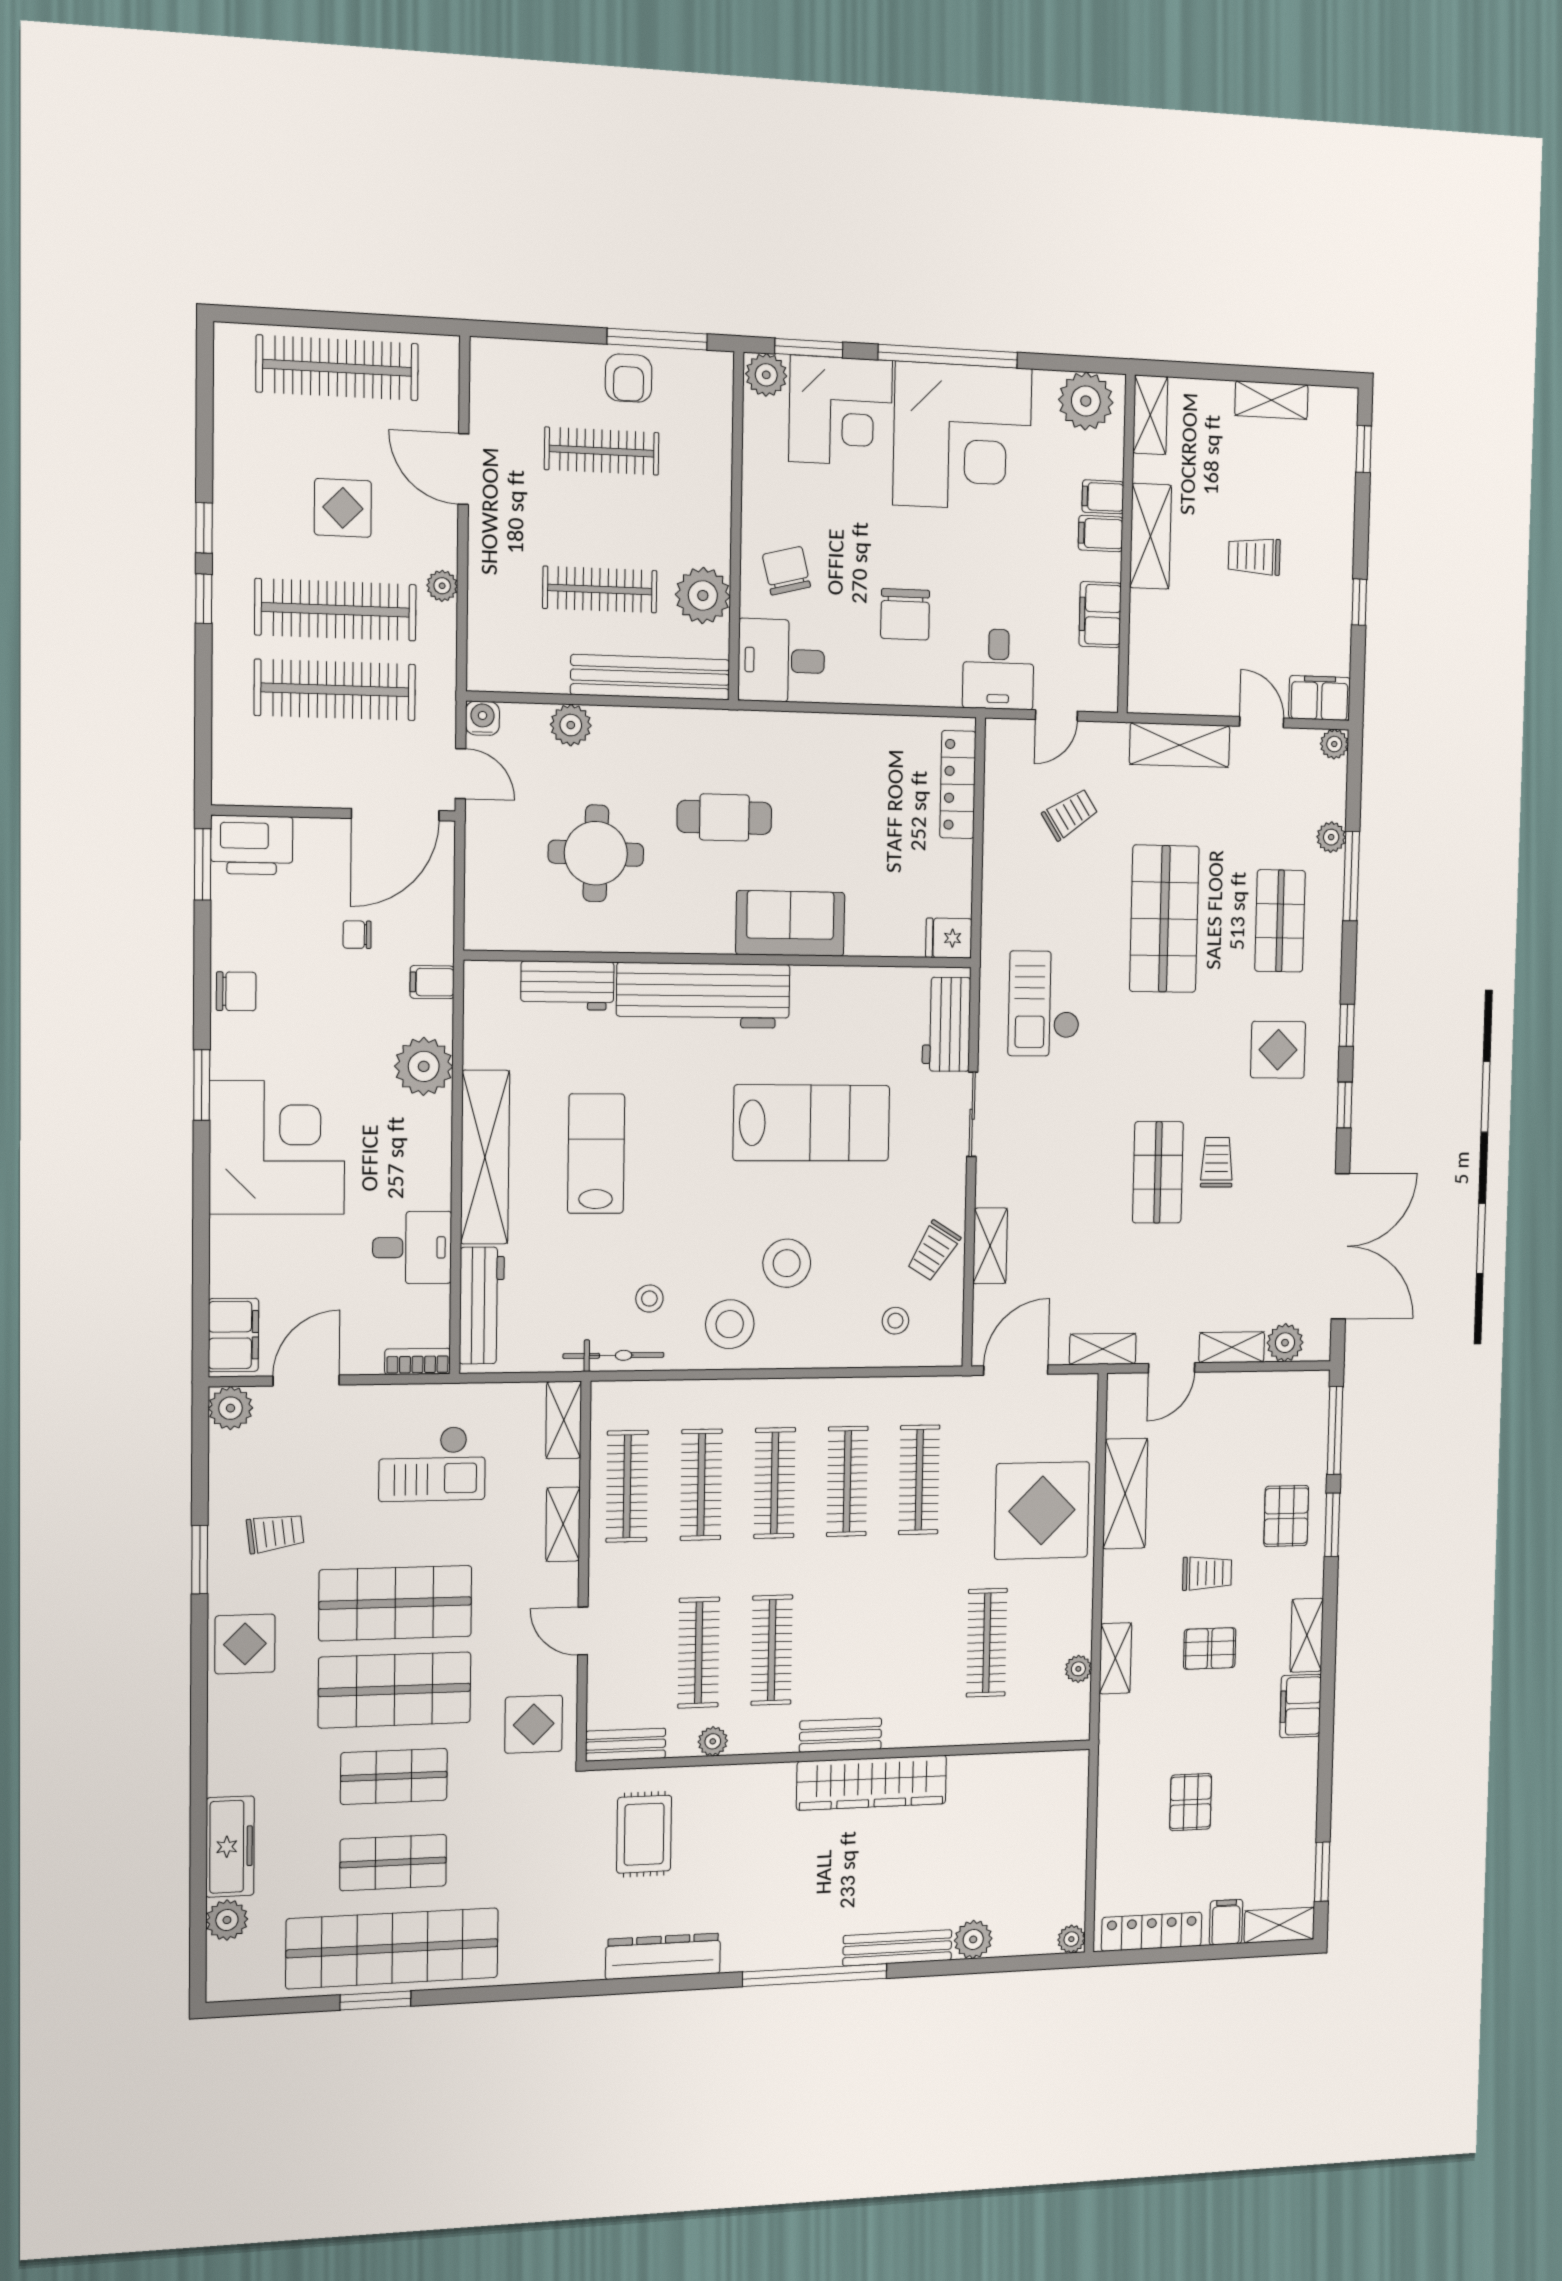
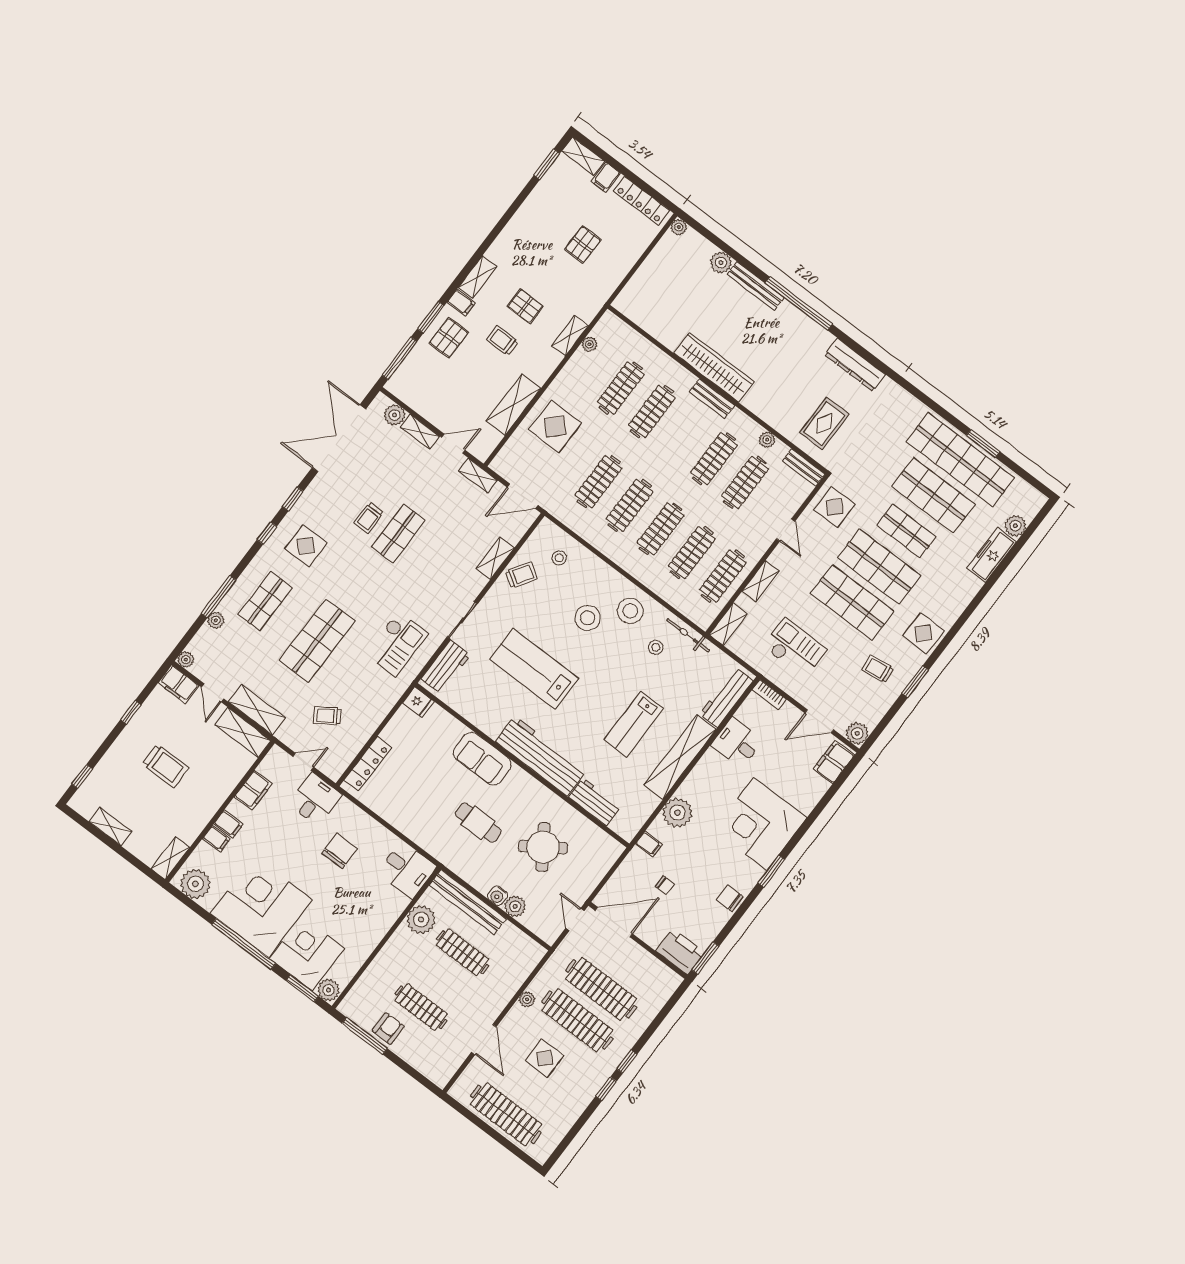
shelving: (1150, 536) -> (243, 733), moved, turned 90
trolley: (1254, 556) -> (165, 766), width x1.36, depth x1.39
chair: (786, 571) -> (378, 905), removed
water cooler: (482, 718) -> (498, 896), moved
round table: (596, 853) -> (543, 847), turned -35
display table: (1042, 1510) -> (555, 426), width x0.73, depth x0.73
clothes rail: (916, 1645) -> (652, 412), added
filing cabinet: (1301, 1706) -> (461, 302), moved, width x0.50
shop shelf: (393, 1863) -> (933, 495), width x1.43, depth x1.36

